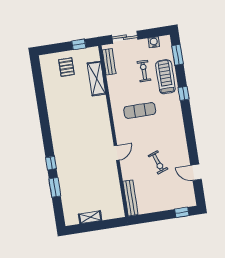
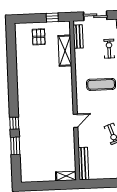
shelving: (90, 217) -> (66, 176), moved

